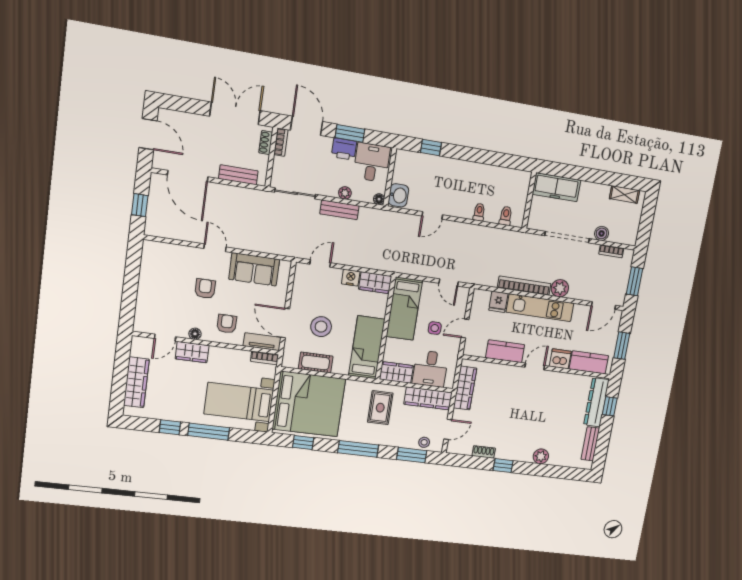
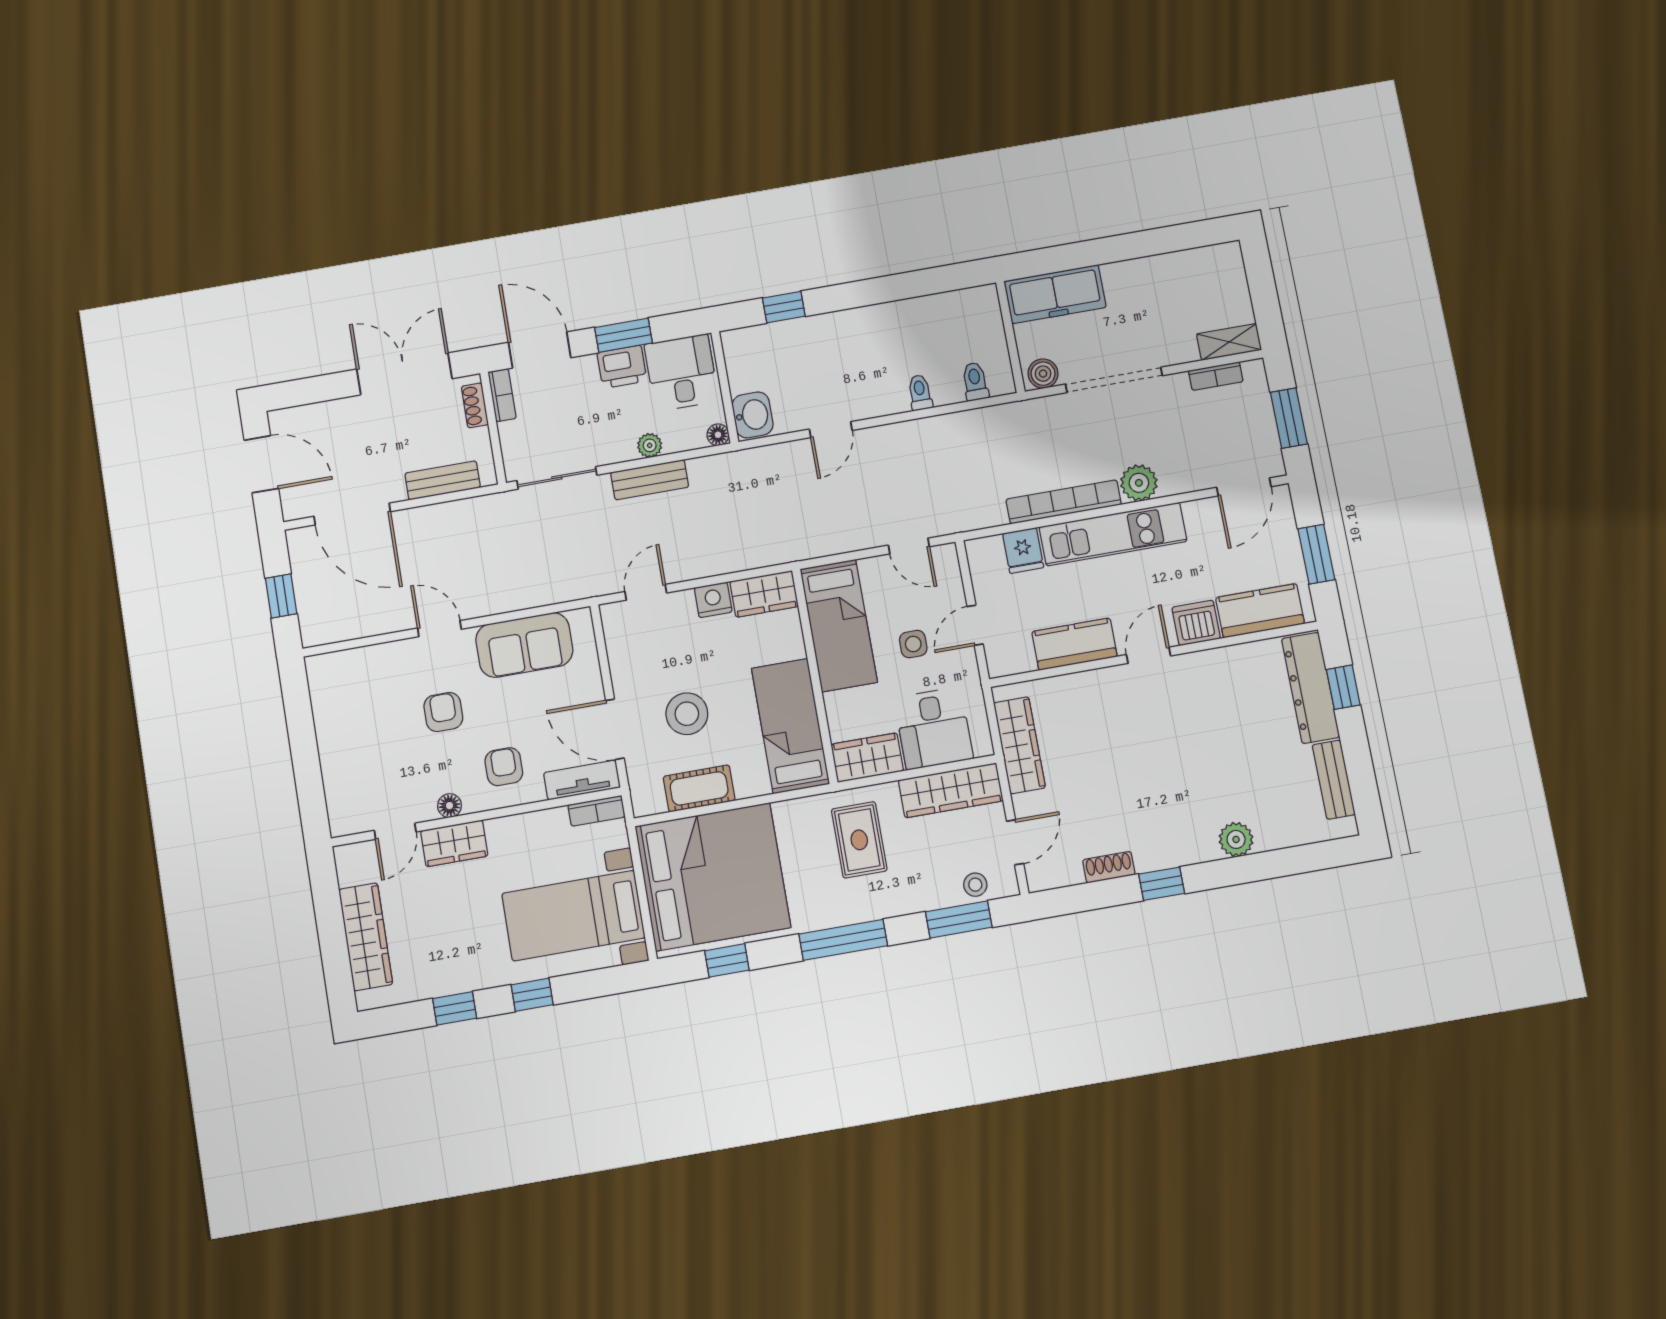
shelving: (625, 195) -> (1229, 342), moved
boiler: (602, 233) -> (1043, 374), moved
window: (209, 432) -> (532, 995), width x0.46

